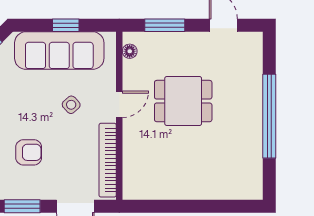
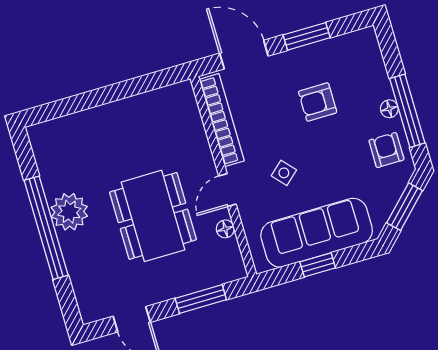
floor lamp: (130, 51) -> (225, 229), moved
dining table: (183, 101) -> (153, 216), width x1.38
plant: (248, 123) -> (69, 212), added

